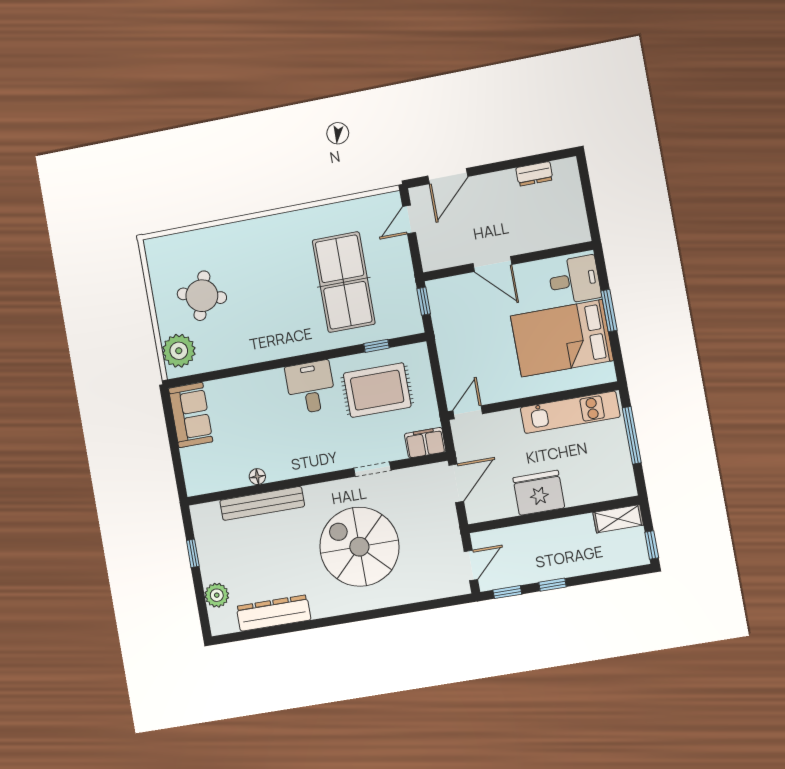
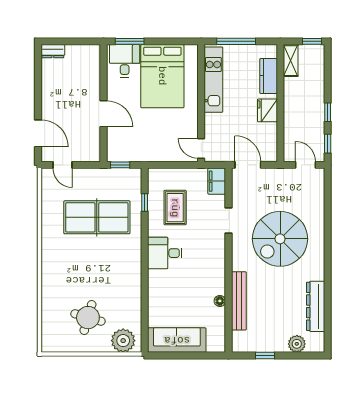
dresser: (534, 174) -> (53, 51), moved, turned 90
door: (492, 264) -> (104, 114), hinge flipped
window: (609, 311) -> (130, 41), moved
rug: (377, 390) -> (175, 208), width x0.73, depth x0.70
sofa: (191, 415) -> (177, 340), width x1.36
kitchen counter: (590, 491) -> (269, 76), added
fridge: (539, 493) -> (267, 110), width x0.73, depth x0.75

